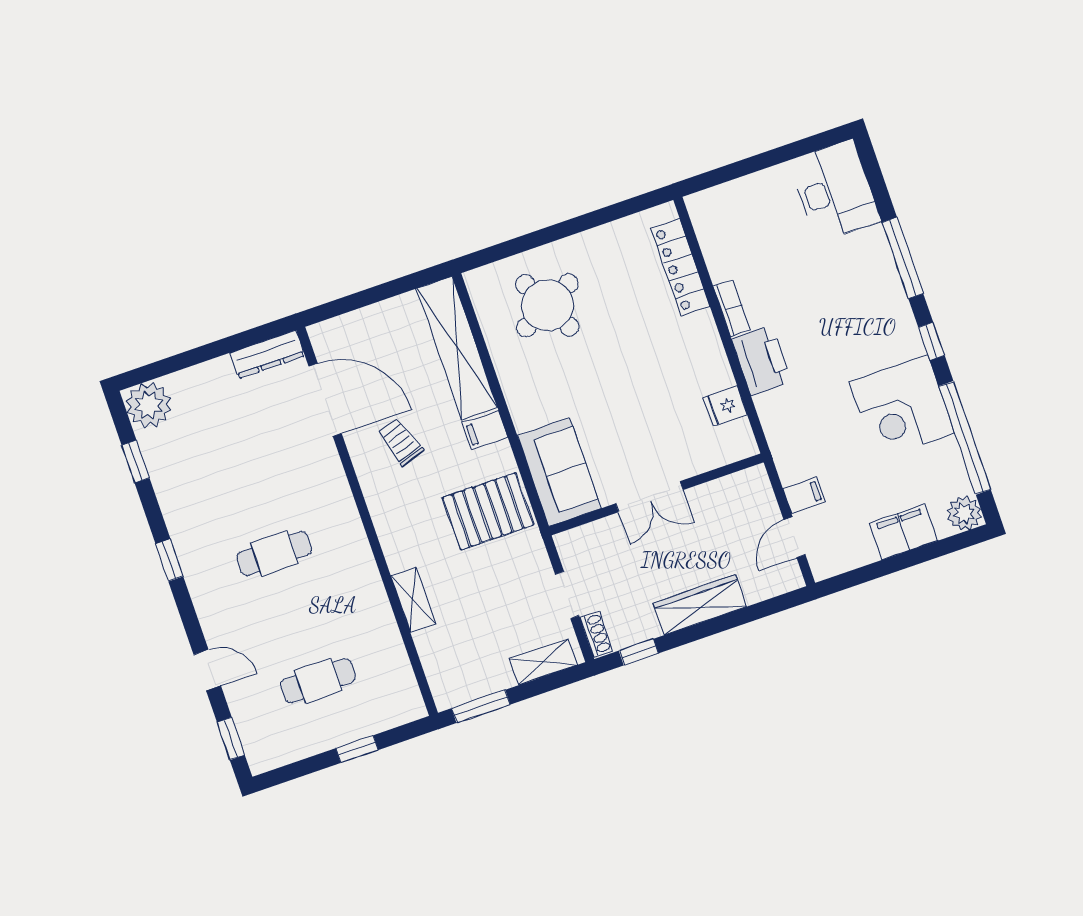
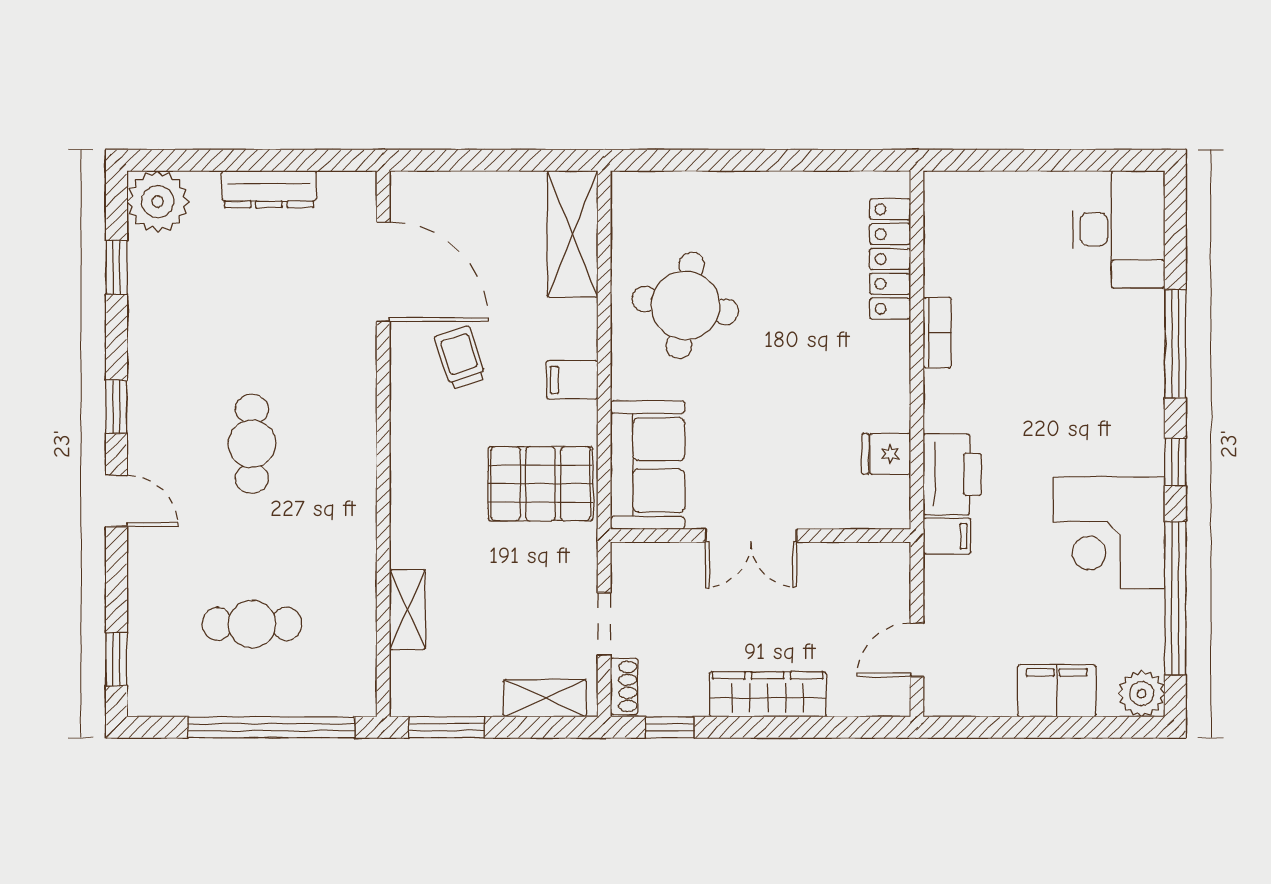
round table: (547, 305) -> (685, 305), moved, turned 36
shelving: (457, 348) -> (573, 234), width x0.68
dresser: (267, 354) -> (269, 189), moved
printer: (762, 360) -> (952, 474), moved
filing cabinet: (804, 495) -> (947, 536), moved
cafe table: (274, 553) -> (252, 444), turned 90
shelving: (413, 600) -> (407, 610), moved
door: (207, 670) -> (116, 501), moved
window: (357, 749) -> (271, 727), width x3.17

